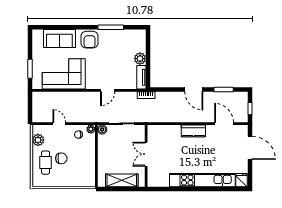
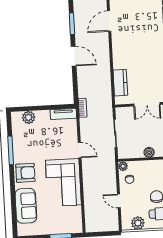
plant: (140, 59) -> (29, 117), moved
corner sofa: (64, 74) -> (63, 183), moved
door: (194, 90) -> (74, 56), hinge flipped
door: (59, 124) -> (119, 201), hinge flipped
boiler: (102, 129) -> (149, 152), moved
kitchen counter: (193, 131) -> (120, 83), moved

